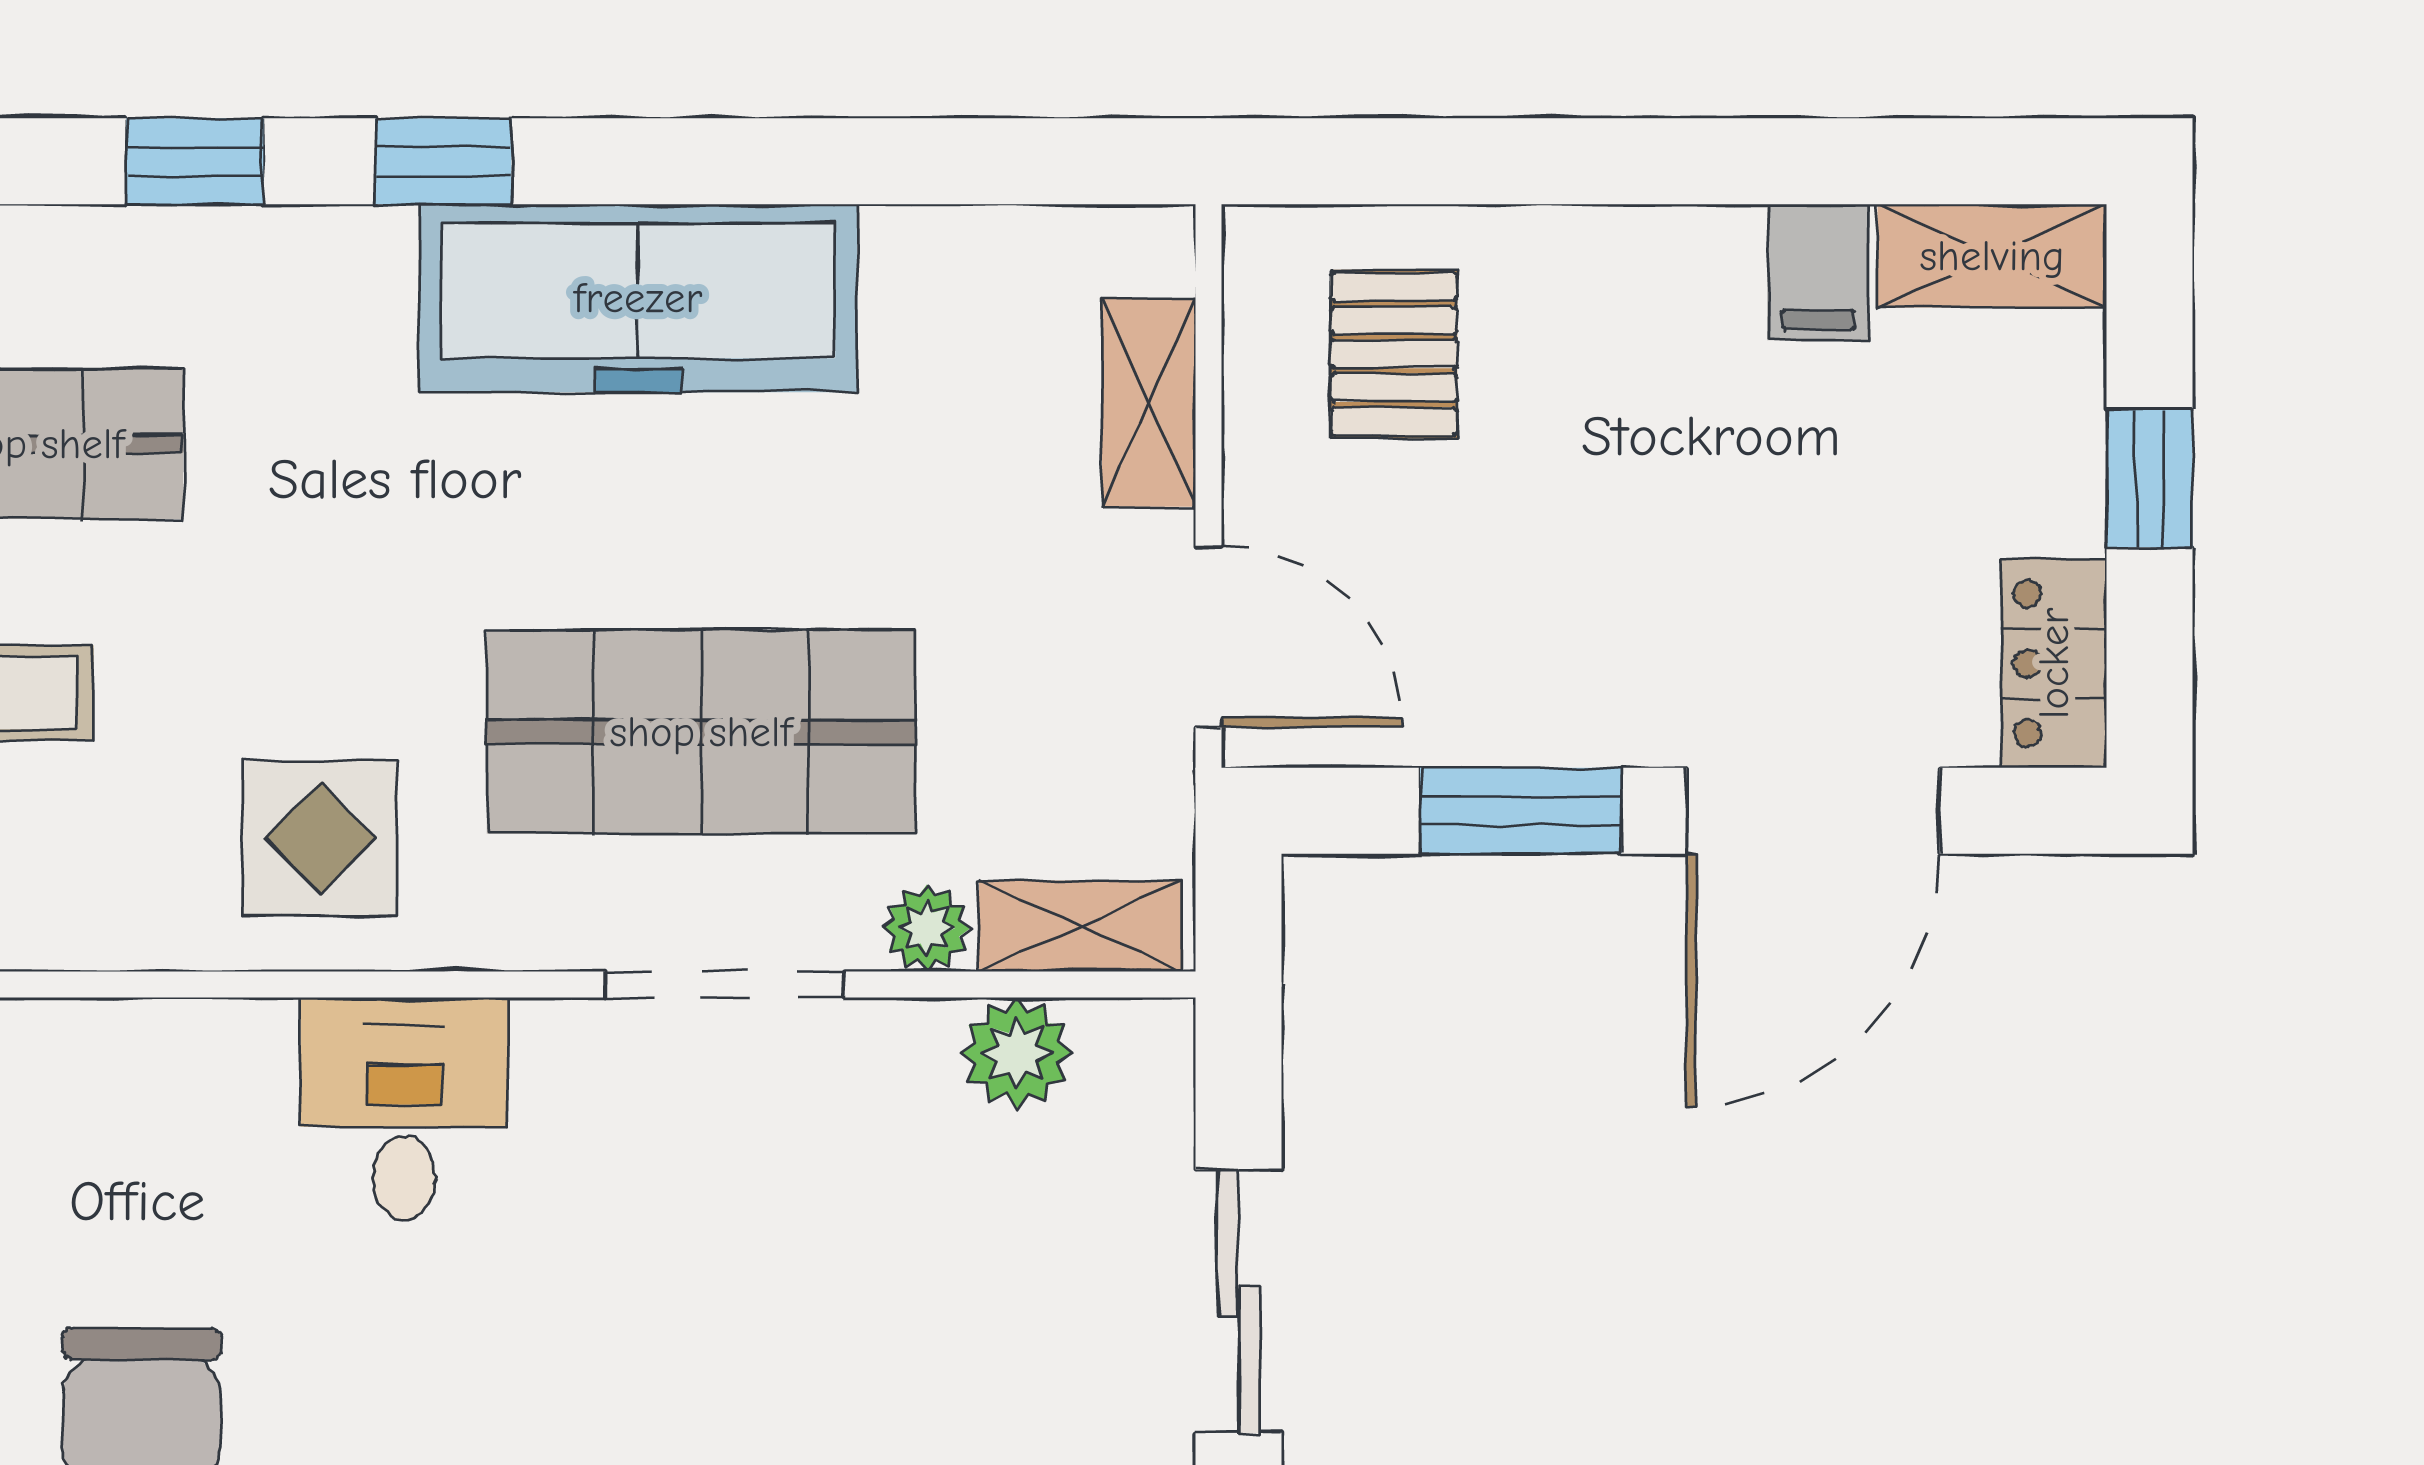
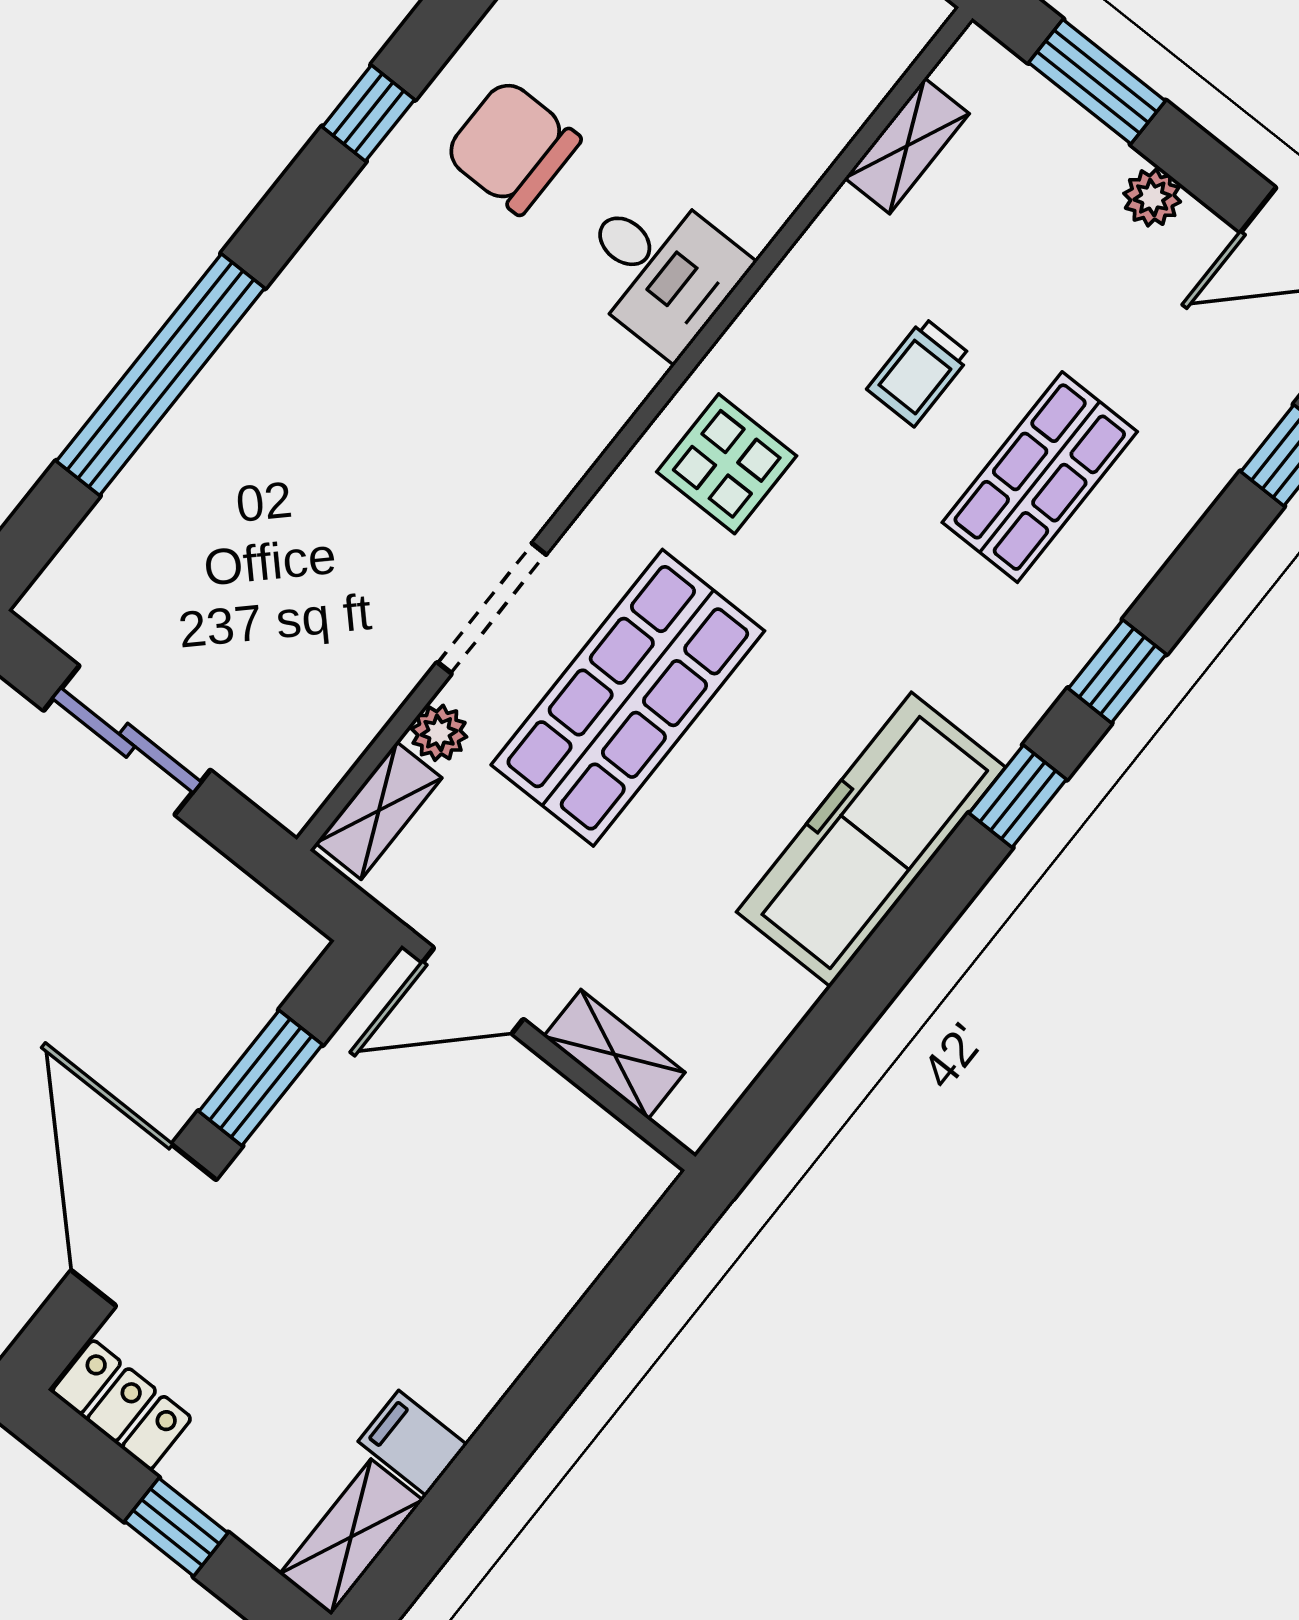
pallet: (1394, 354) -> (541, 1197), removed
plant: (1017, 1053) -> (340, 728), removed
desk: (404, 1109) -> (660, 269), moved

